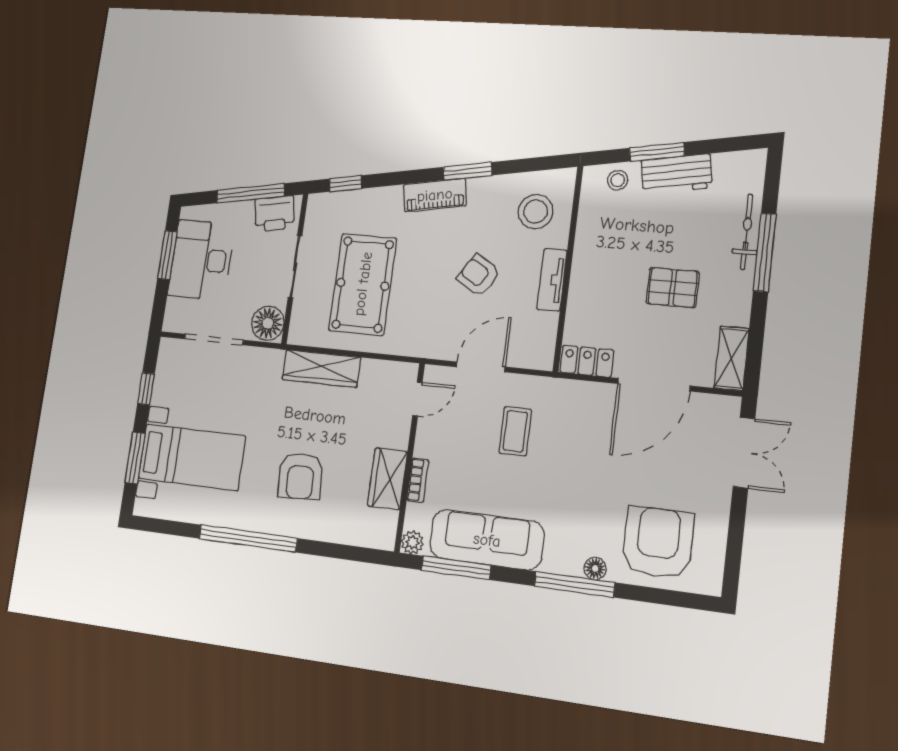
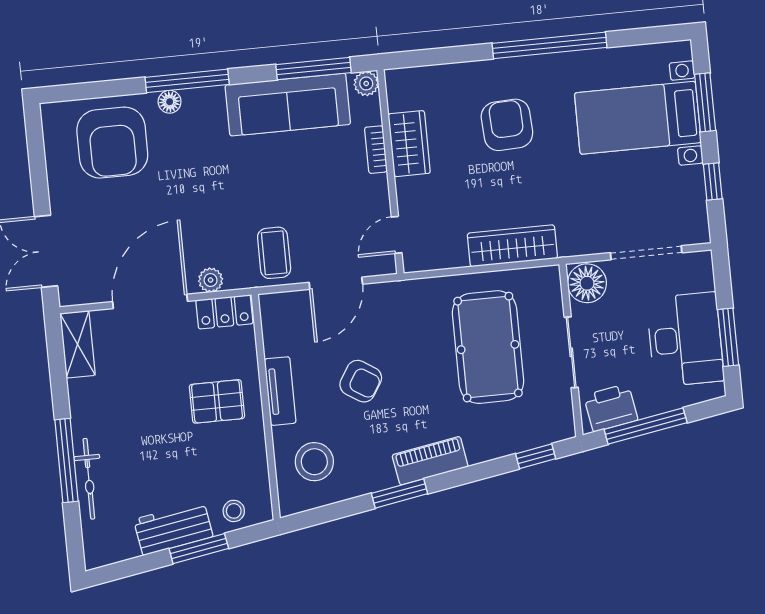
pallet: (673, 288) -> (217, 401), moved
plant: (593, 393) -> (211, 280), added
coffee table: (515, 431) -> (274, 253), moved

